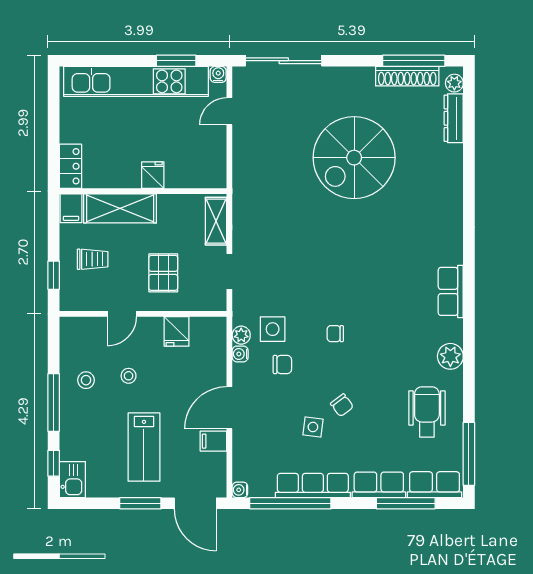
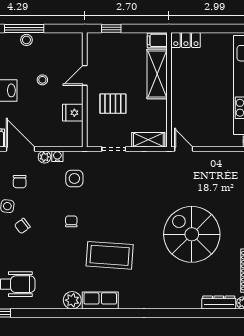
door: (229, 111) -> (184, 149), moved
fridge: (153, 175) -> (180, 96), removed
trolley: (93, 259) -> (122, 55), removed
coffee table: (385, 278) -> (110, 255), added
door: (122, 314) -> (85, 75), hinge flipped
plant: (241, 335) -> (44, 157), moved
plant: (450, 356) -> (72, 300), moved
chair: (282, 364) -> (20, 182), moved
stool: (86, 380) -> (26, 40), moved

